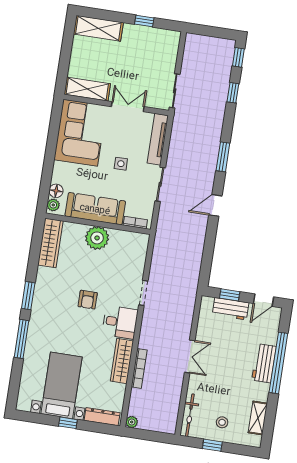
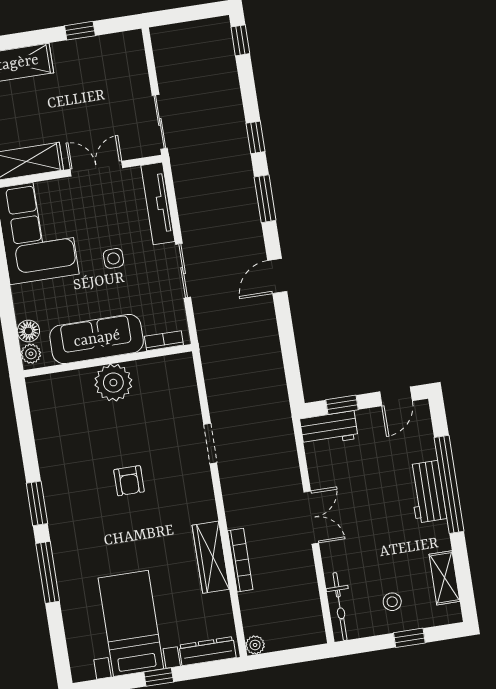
window: (233, 93) -> (255, 137), moved
wardrobe: (50, 243) -> (45, 413), removed
workbench: (230, 309) -> (329, 429), moved
desk: (120, 322) -> (189, 499), removed
window: (212, 445) -> (409, 638), moved

